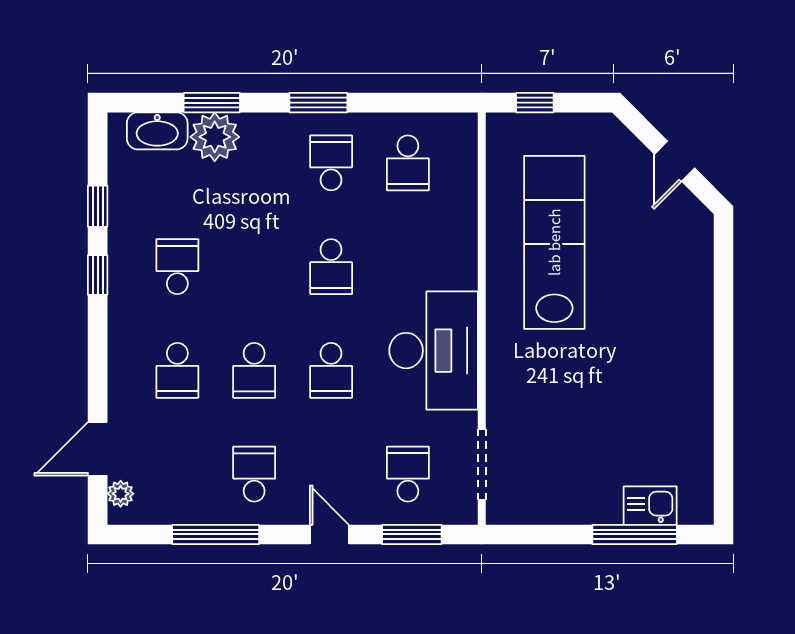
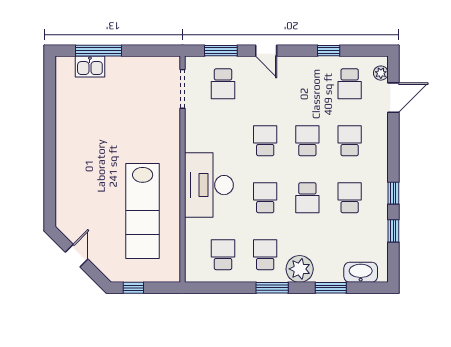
window: (535, 103) -> (133, 288), moved
plant: (215, 137) -> (300, 269), moved
school desk: (331, 163) -> (265, 255), turned 180
school desk: (177, 267) -> (350, 198), turned 180
school desk: (254, 267) -> (307, 198), added
desk: (434, 351) -> (209, 185), moved
school desk: (254, 474) -> (350, 84), moved
window: (216, 534) -> (329, 51), width x0.46

